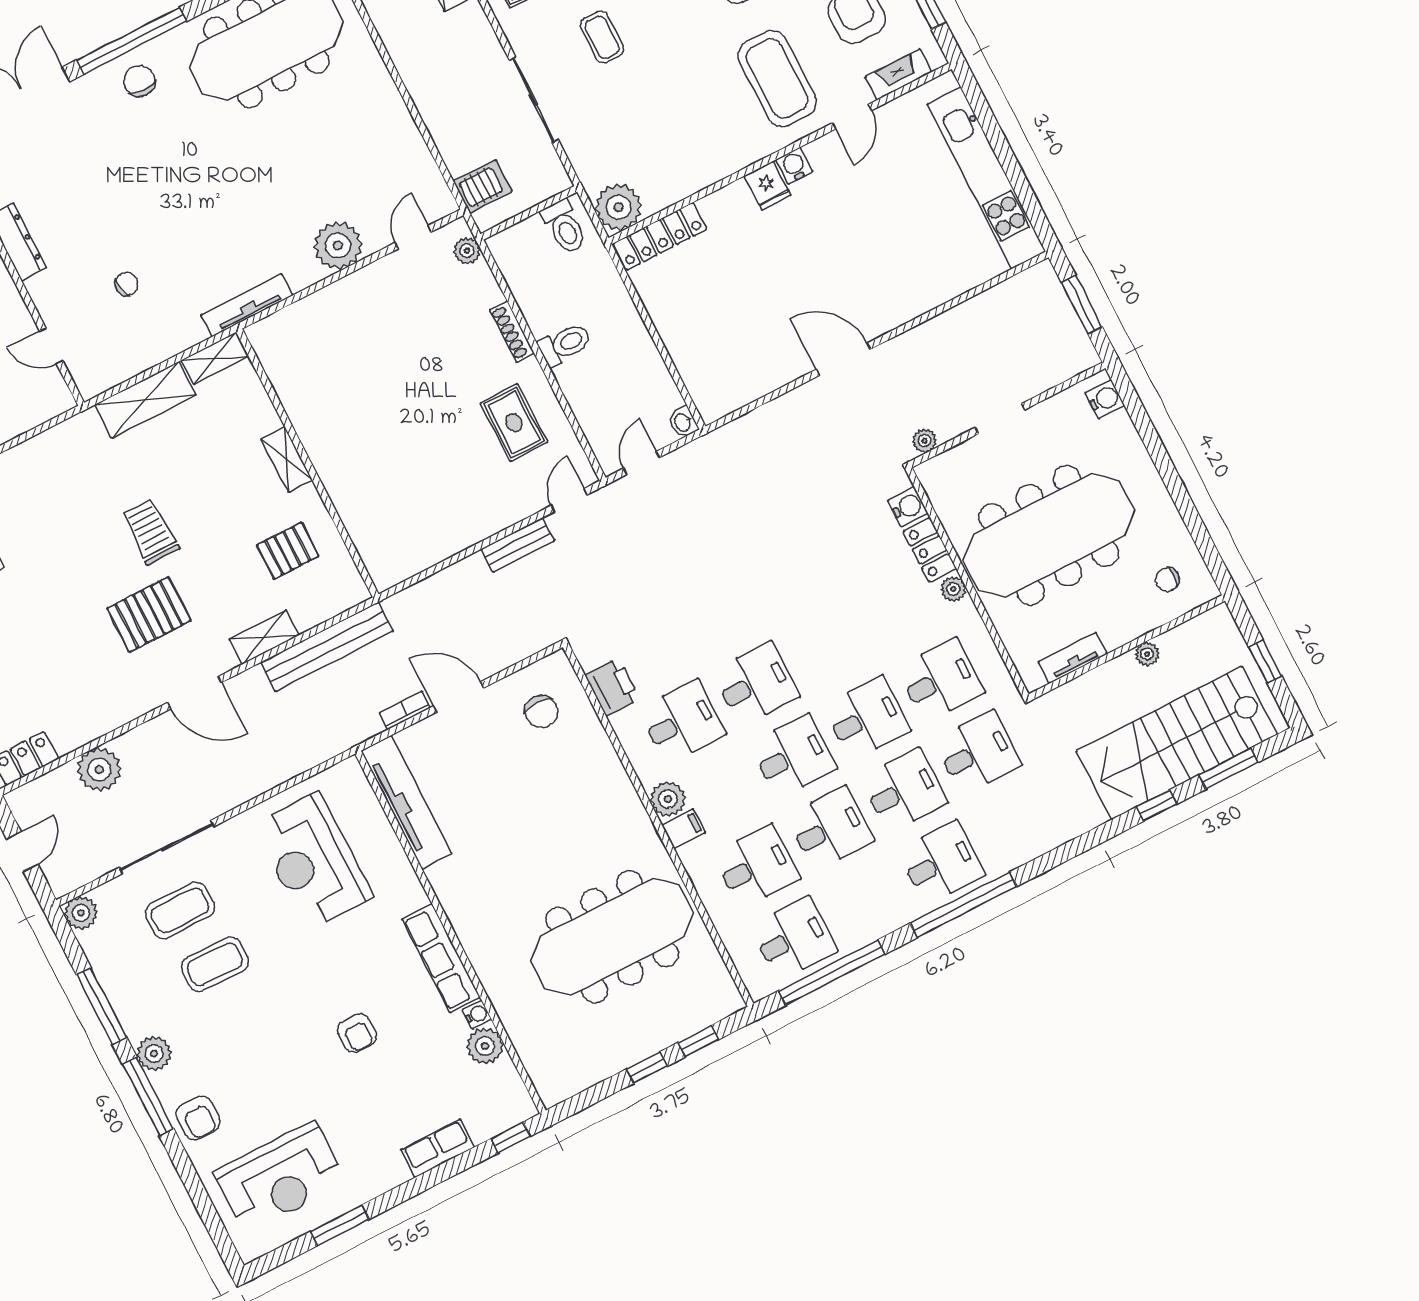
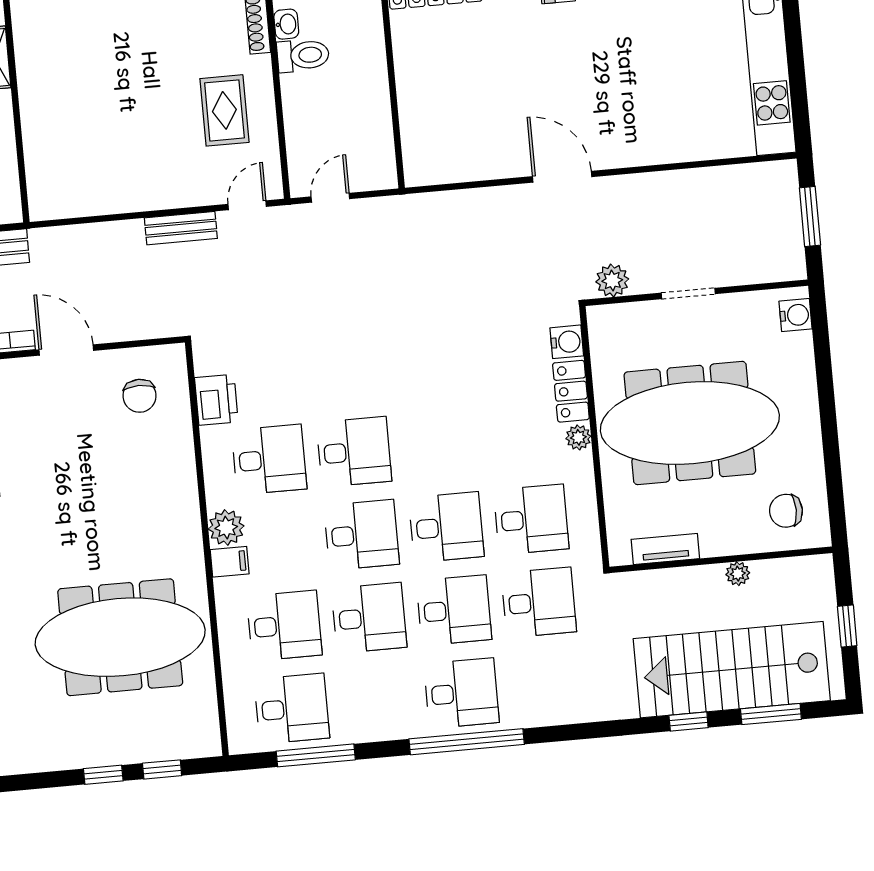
washbasin: (683, 422) -> (286, 24), moved, turned 180
plant: (925, 441) -> (612, 280), width x1.38, depth x1.38
chair: (1168, 579) -> (786, 511), width x1.37, depth x1.37
window: (832, 972) -> (316, 755), width x0.68

